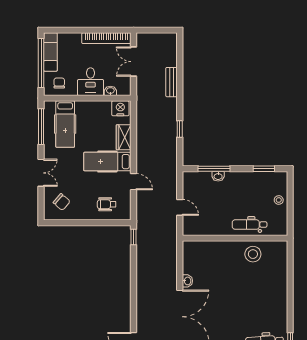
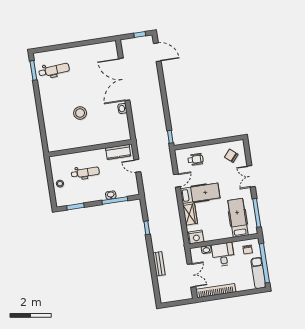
door: (134, 182) -> (177, 181), swing flipped
dental chair: (250, 225) -> (85, 173), moved
kitchen counter: (201, 228) -> (118, 152), added
stool: (253, 254) -> (80, 113), moved

